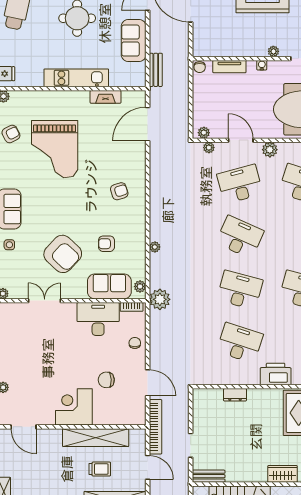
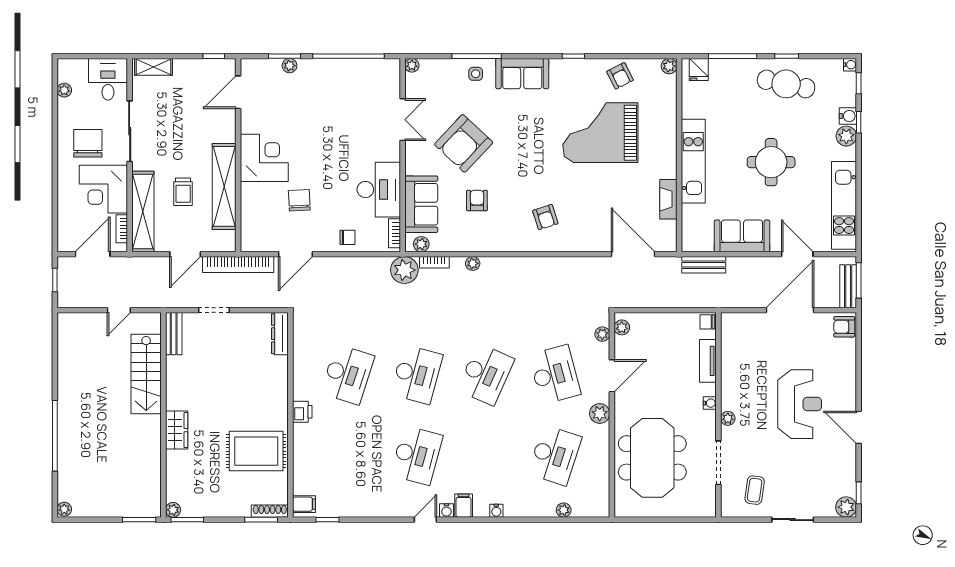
bookcase: (154, 276) -> (434, 262), added
printer: (276, 374) -> (302, 412), width x0.53, depth x0.68
dresser: (235, 395) -> (280, 334), moved, width x1.44

